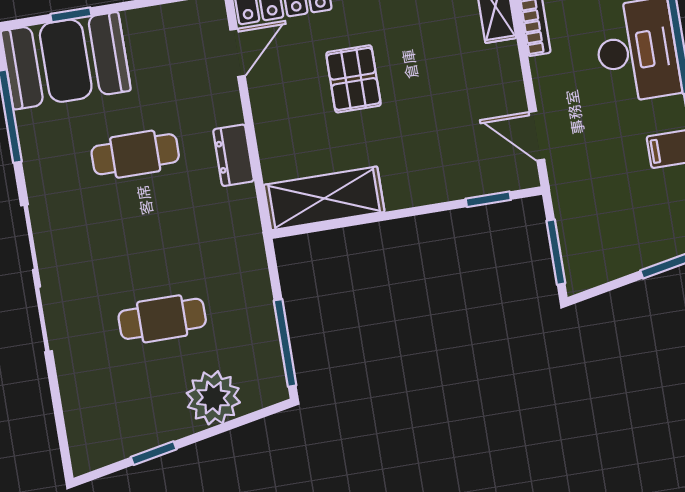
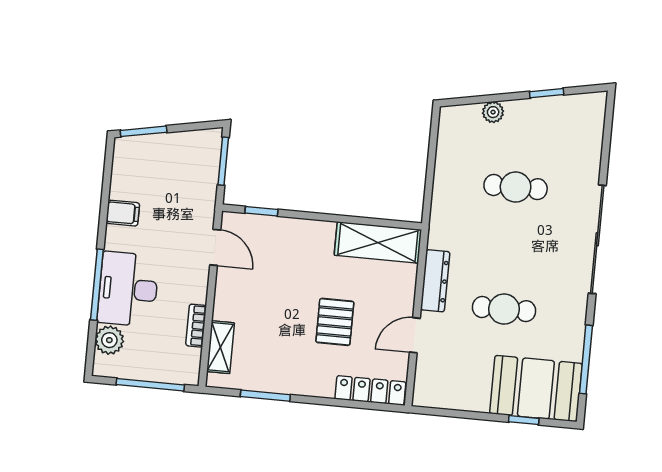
door: (238, 53) -> (415, 335), moved
dresser: (234, 155) -> (435, 281), width x1.44
window: (285, 343) -> (433, 147), removed
plant: (213, 398) -> (493, 112), width x0.53, depth x0.53

